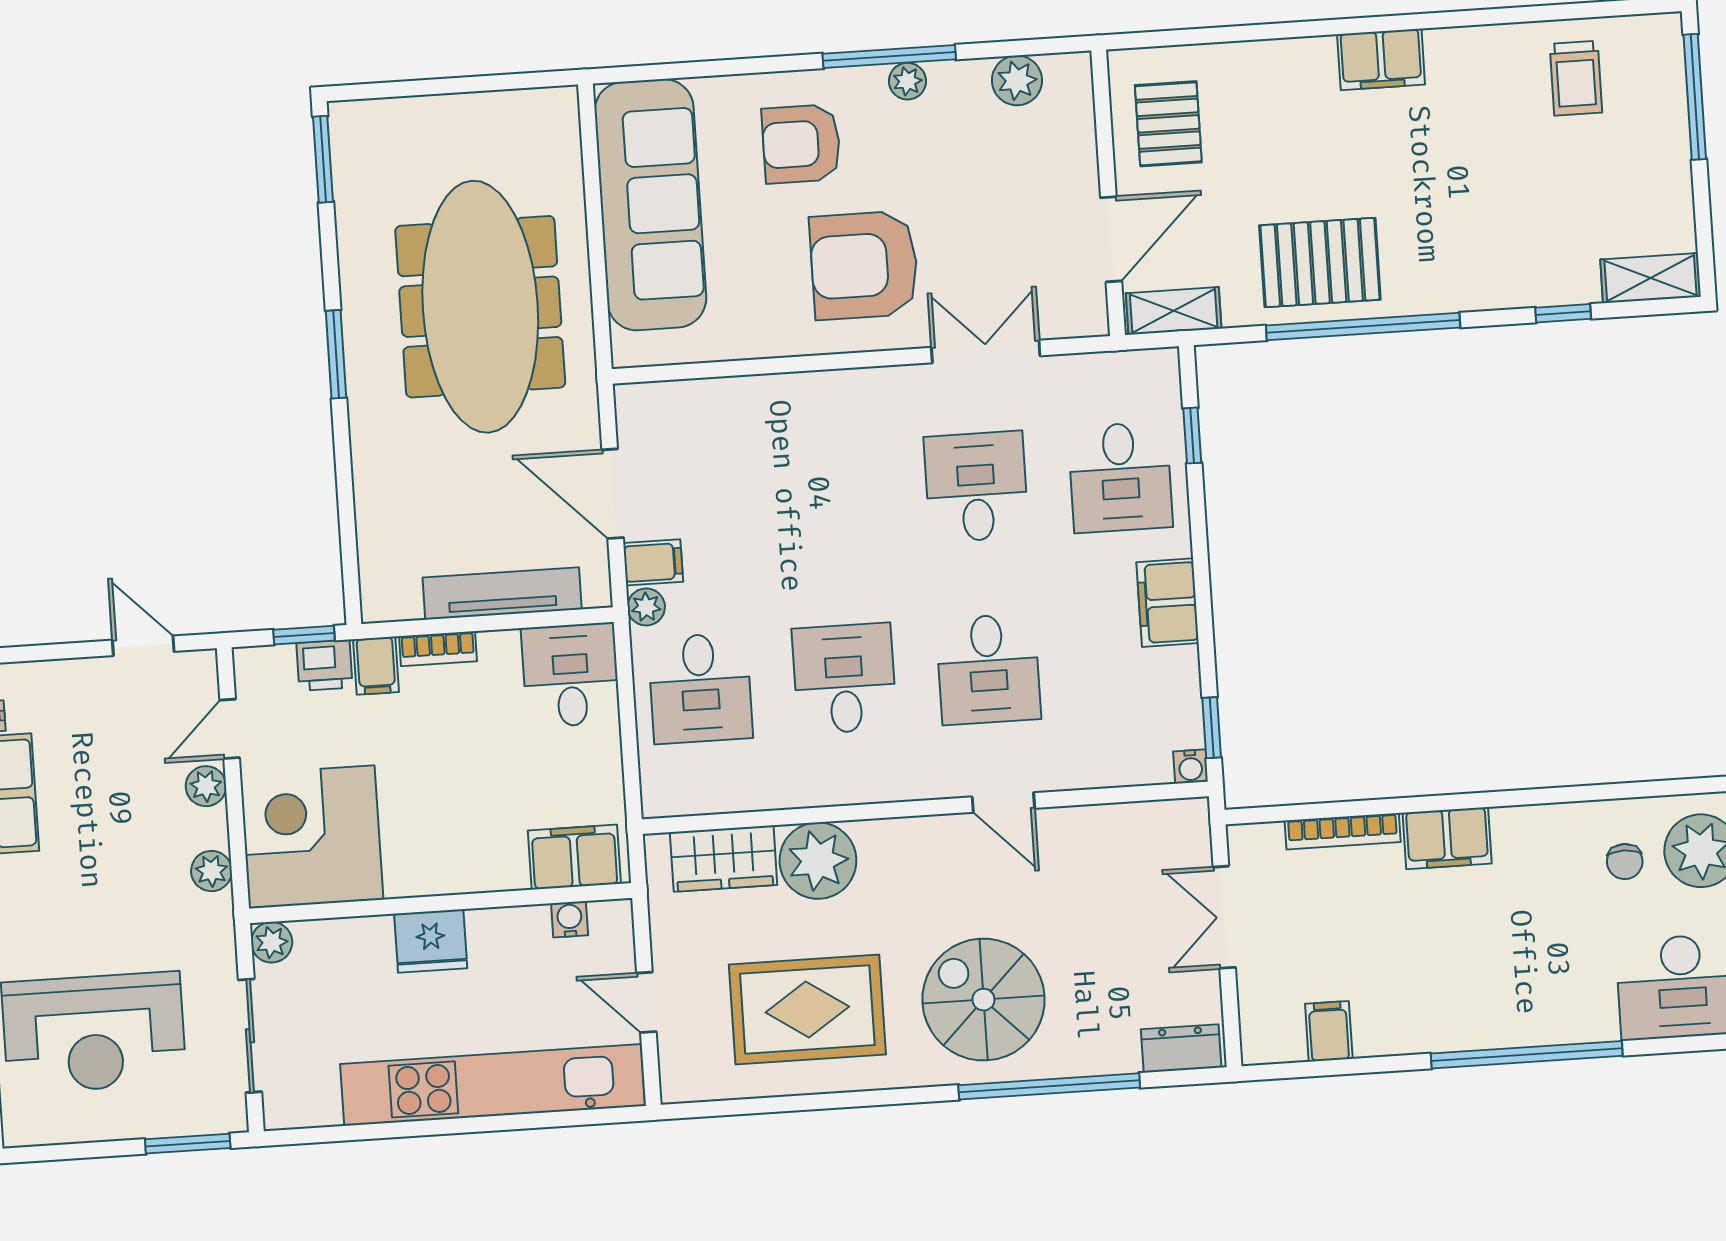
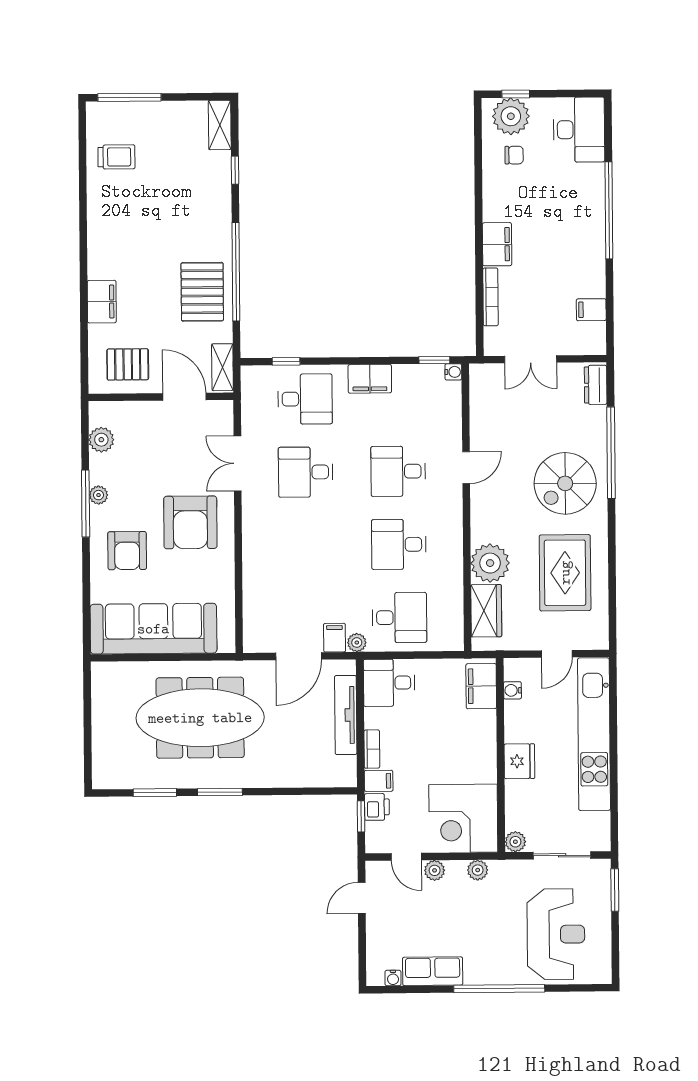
filing cabinet: (1381, 59) -> (102, 302), moved
window: (323, 159) -> (155, 793), moved
desk: (988, 669) -> (398, 471), turned 180

